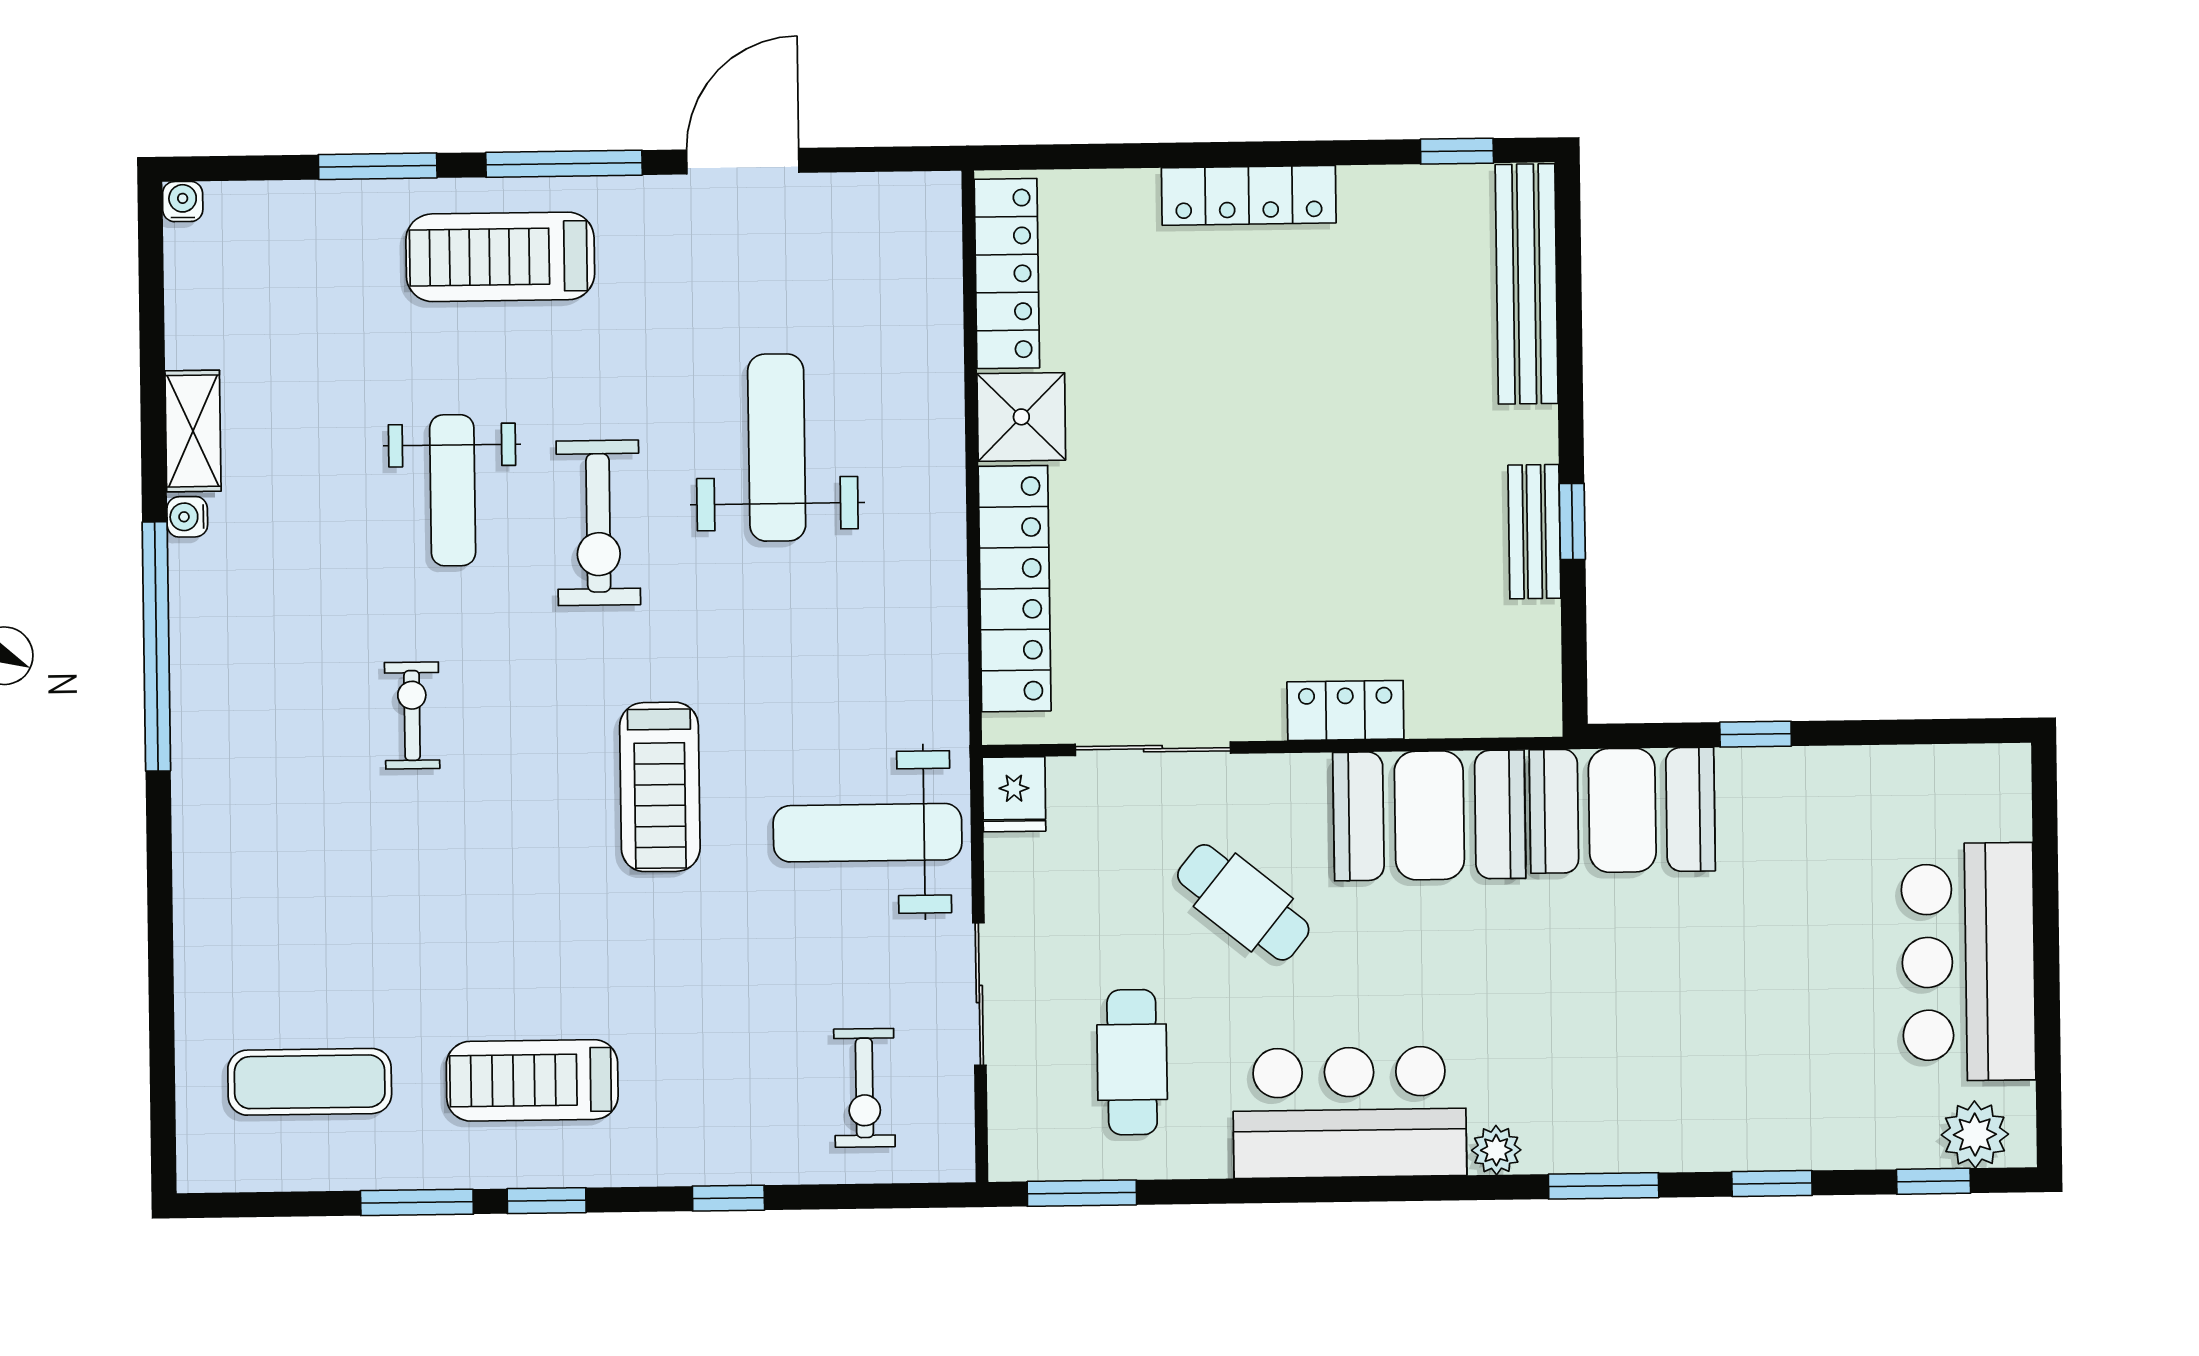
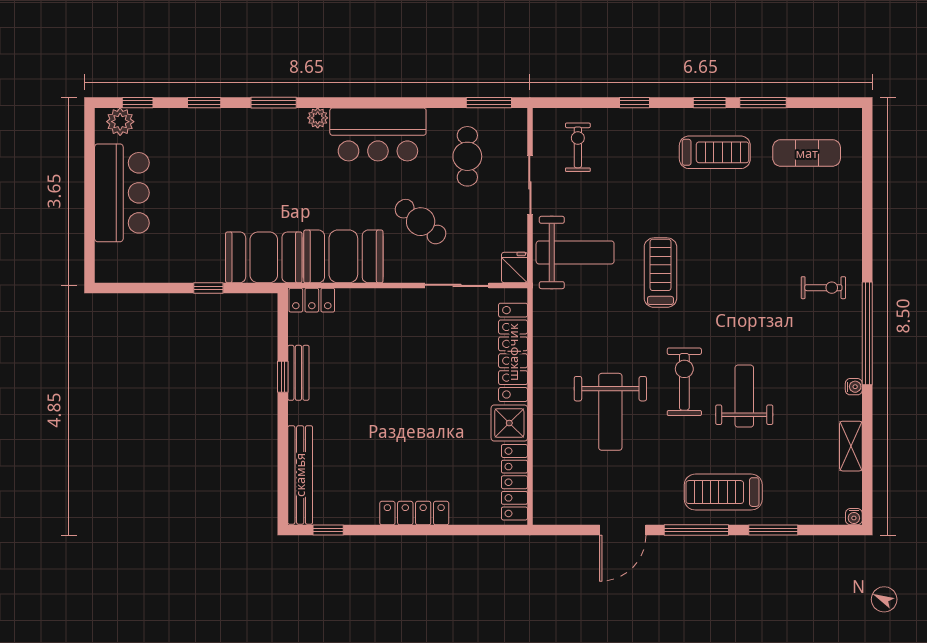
treadmill: (500, 257) -> (723, 492), turned 180
shelving: (193, 431) -> (851, 446), moved
locker: (1345, 710) -> (312, 300), moved
exercise bike: (412, 715) -> (823, 288), moved, turned -90

